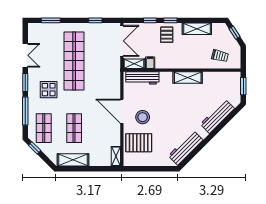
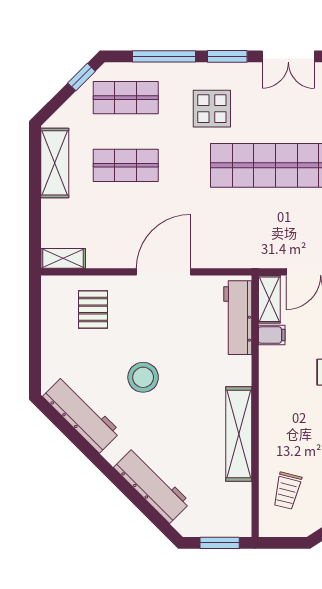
shelving: (188, 78) -> (239, 434), width x1.47
stool: (143, 117) -> (143, 377), moved
pallet: (139, 143) -> (93, 309), width x0.67, depth x0.71

